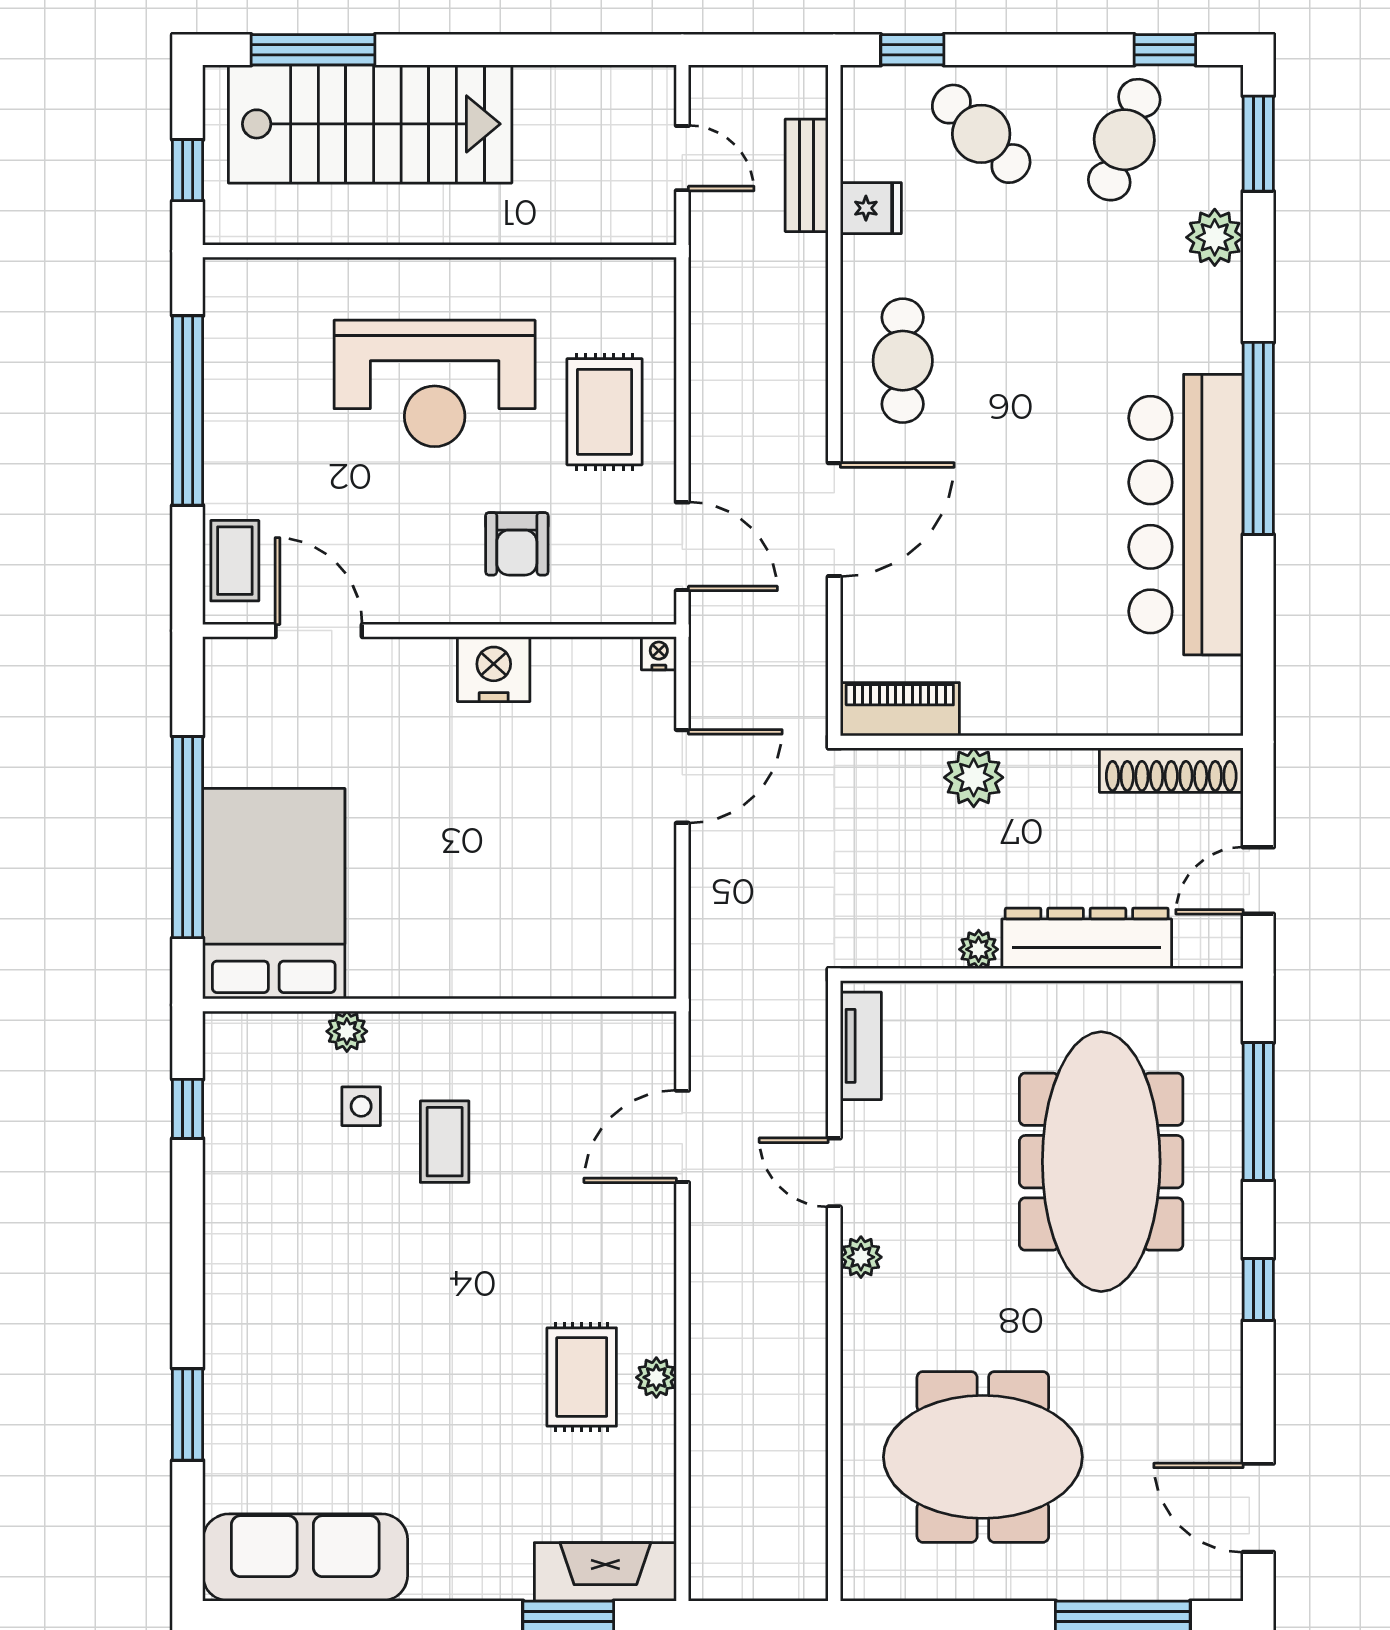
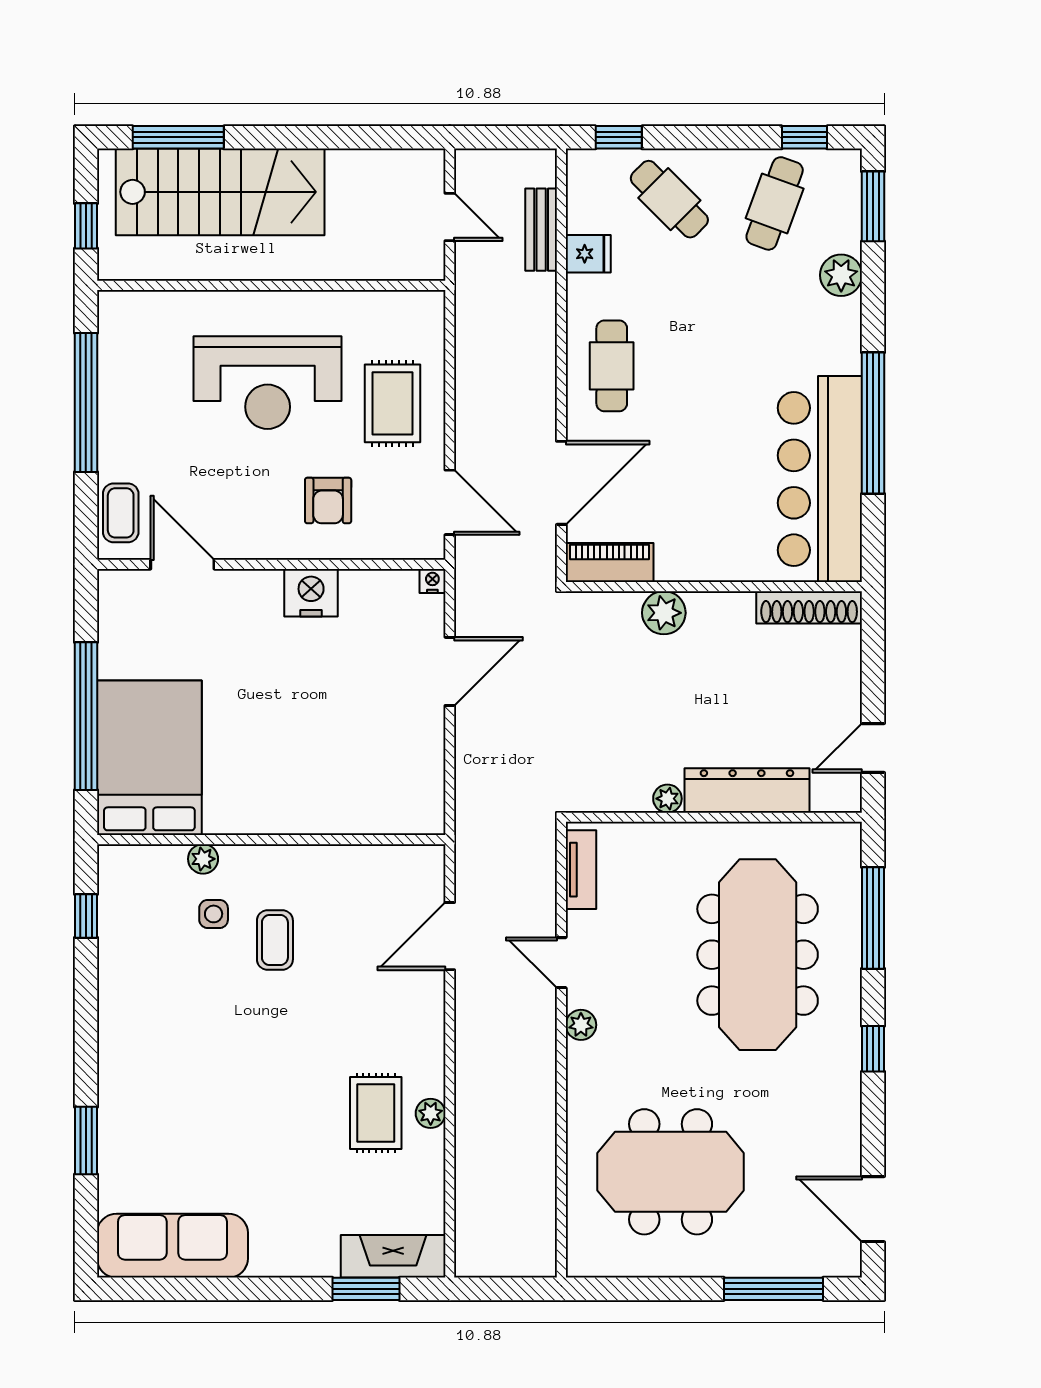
piano: (900, 709) -> (610, 563), moved
wall: (1042, 742) -> (714, 587), moved
shoe rack: (1171, 770) -> (809, 607), moved
plant: (974, 777) -> (664, 613), moved

